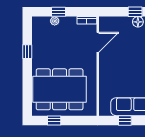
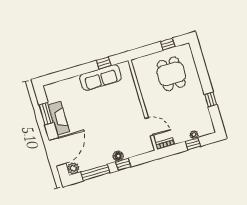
door: (98, 42) -> (149, 127), swing flipped
dining table: (60, 89) -> (171, 74), width x0.53, depth x0.80

